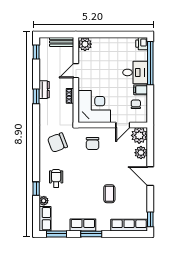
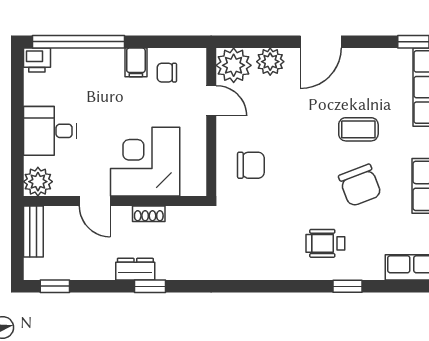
desk: (135, 72) -> (50, 131), moved, turned -90
corner desk: (94, 107) -> (145, 162), moved
chair: (57, 143) -> (360, 185), moved
plant: (44, 201) -> (373, 270), removed

